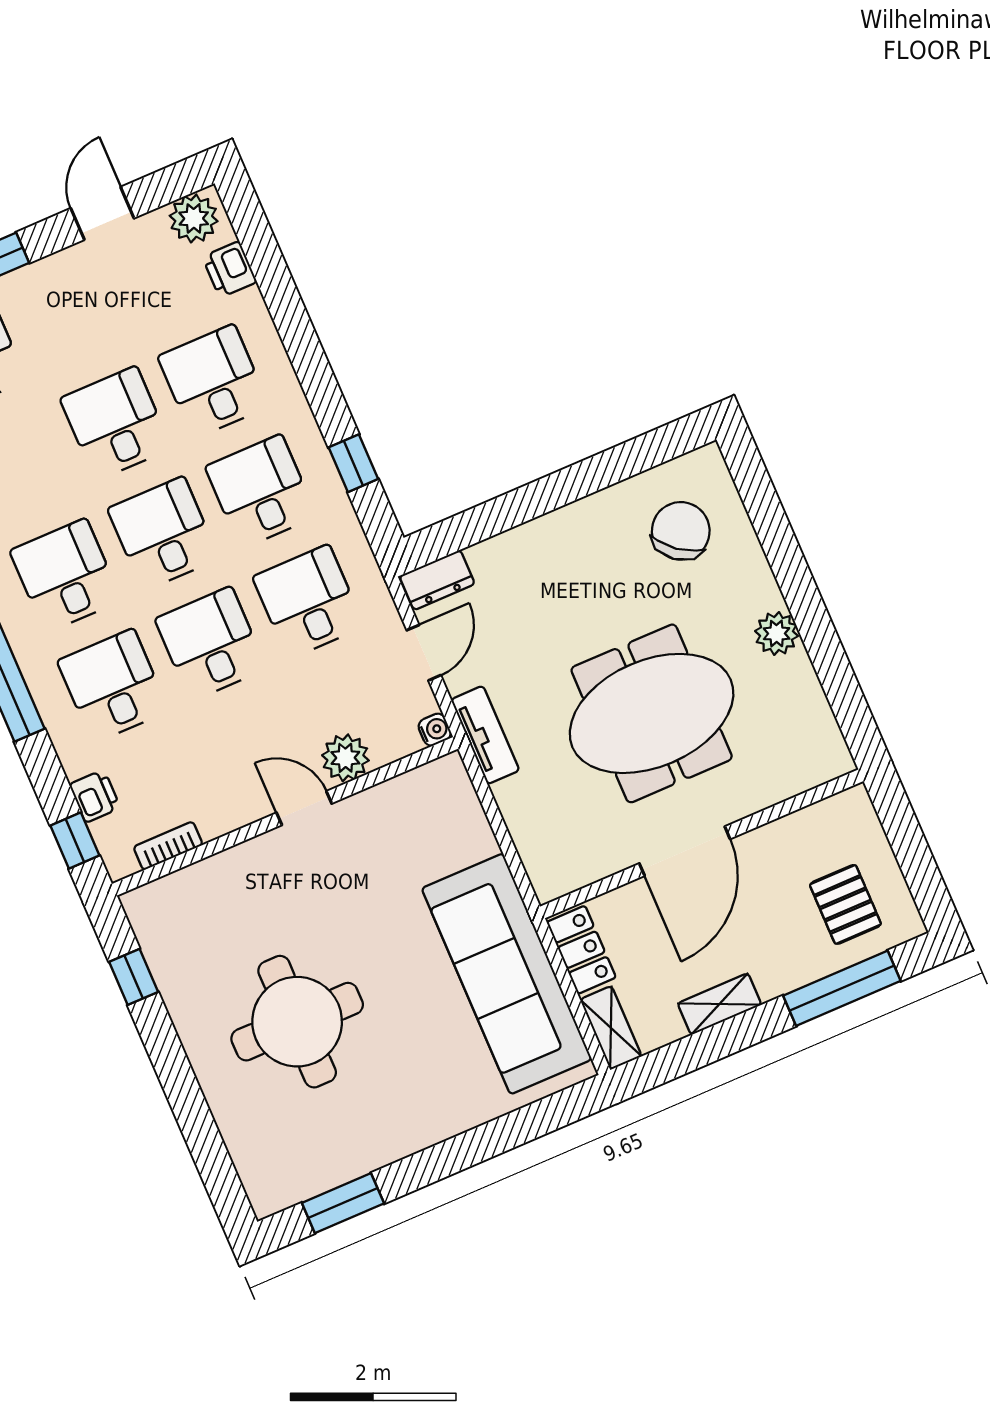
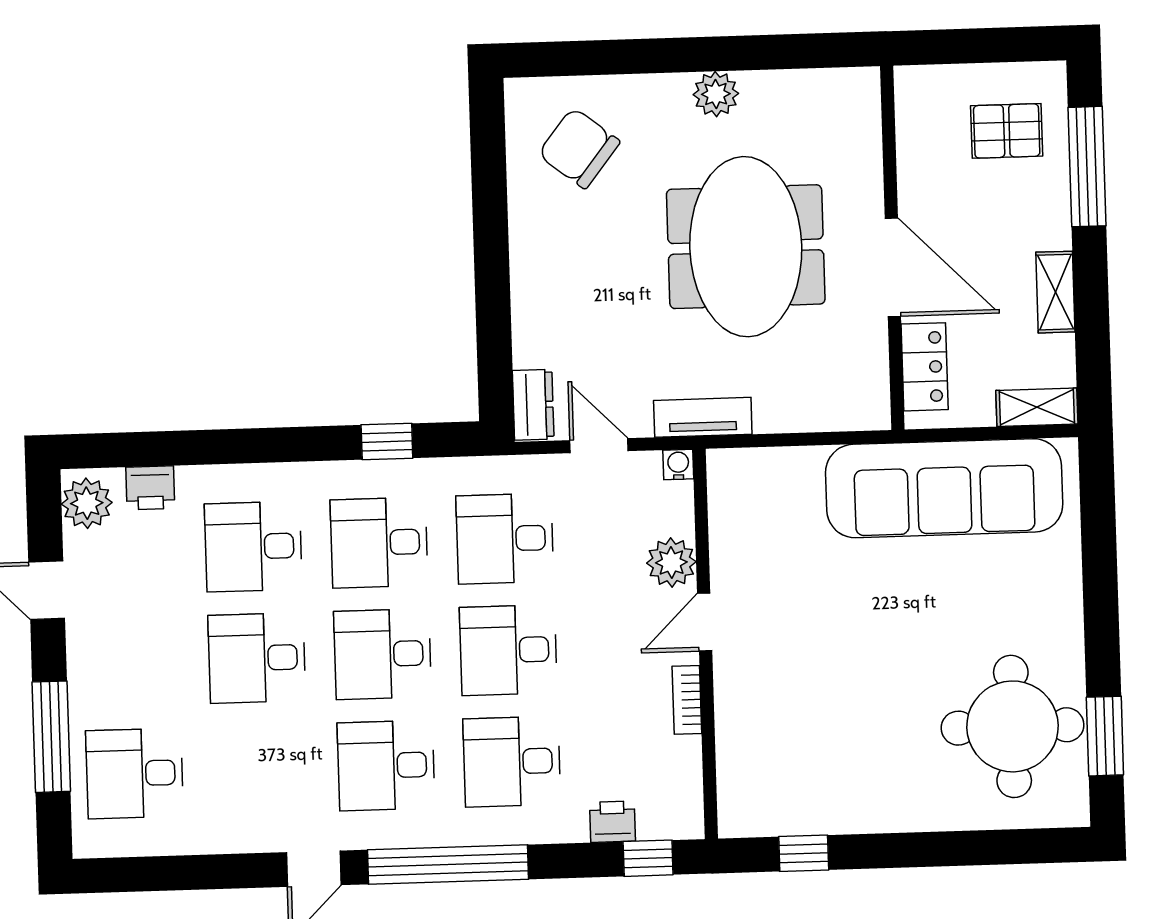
bookcase: (168, 846) -> (687, 700), moved
locker: (581, 950) -> (925, 367), moved, turned 90
round table: (297, 1022) -> (1013, 726), moved

